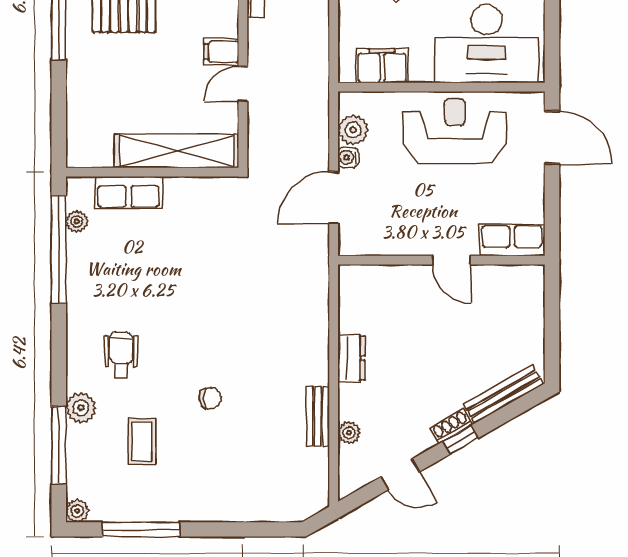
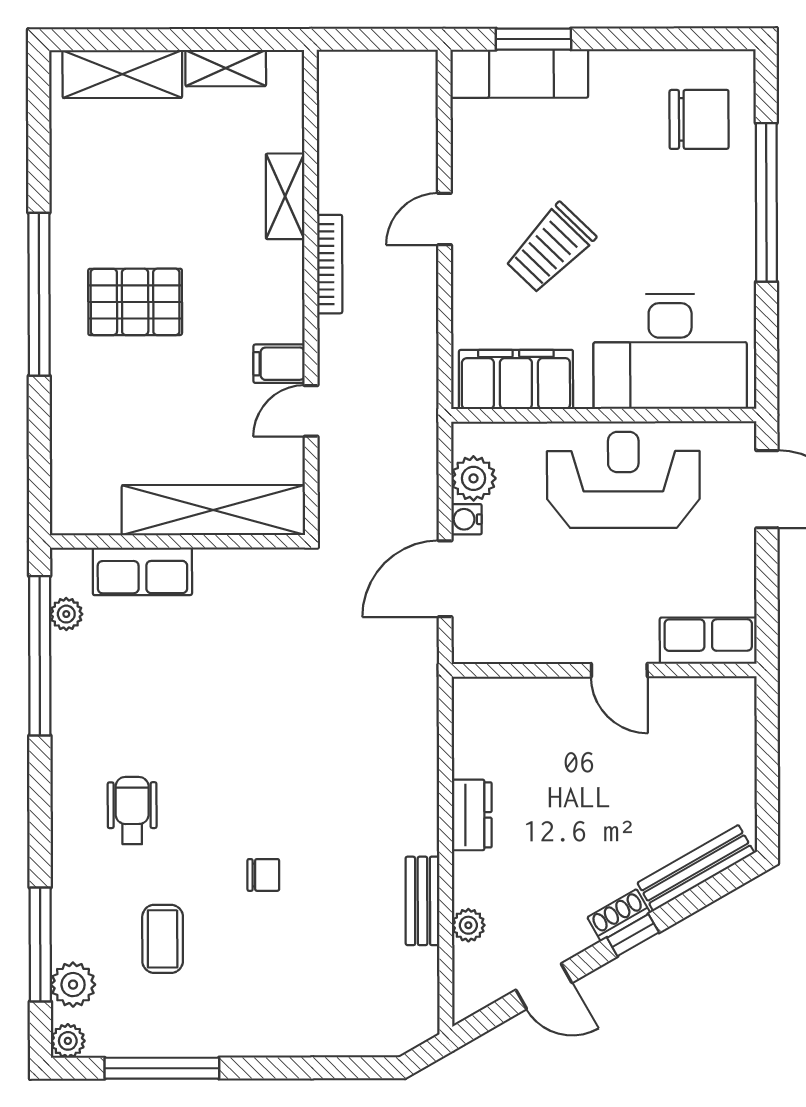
filing cabinet: (382, 66) -> (516, 379), width x1.50, depth x1.17
plant: (81, 408) -> (73, 985), moved

